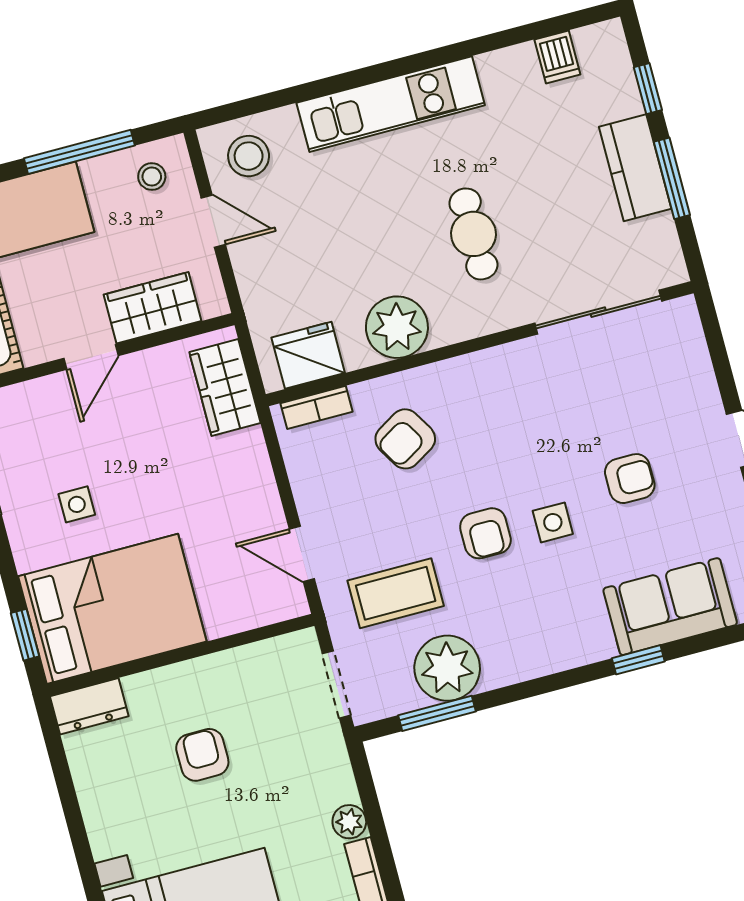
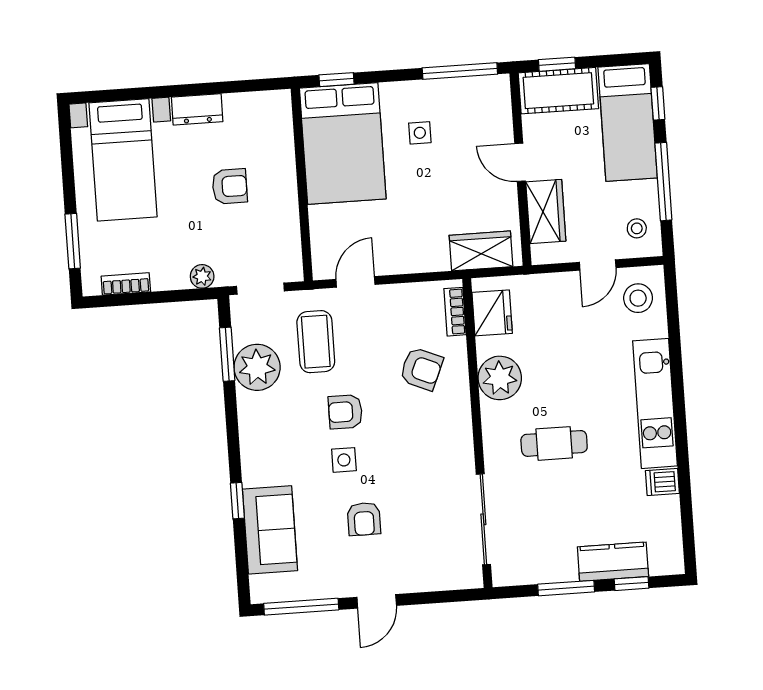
dishwasher: (557, 57) -> (662, 482), moved
kitchen counter: (635, 168) -> (613, 562), moved
armchair: (405, 439) -> (421, 369), turned 144
dresser: (89, 706) -> (197, 109), moved, turned -90
plant: (349, 822) -> (202, 276), moved

